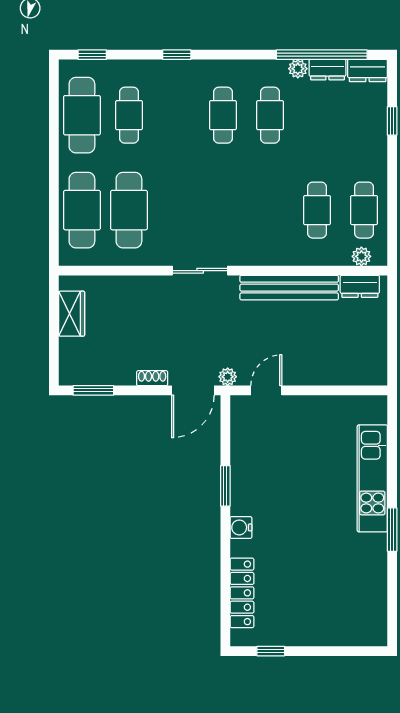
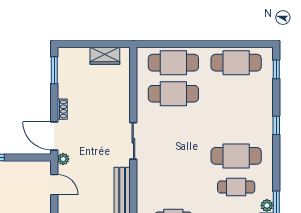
cafe table: (129, 115) -> (236, 94), removed
cafe table: (223, 115) -> (236, 156), width x1.37, depth x1.35

